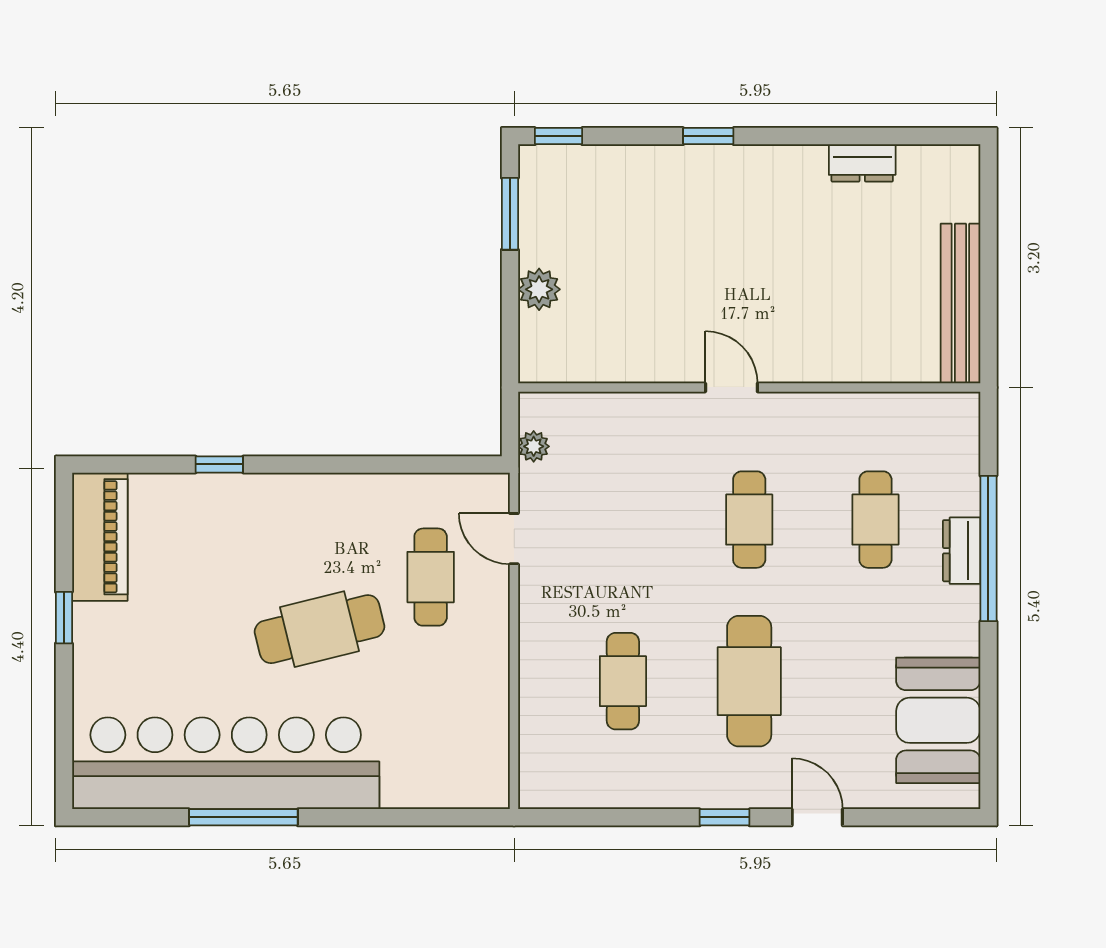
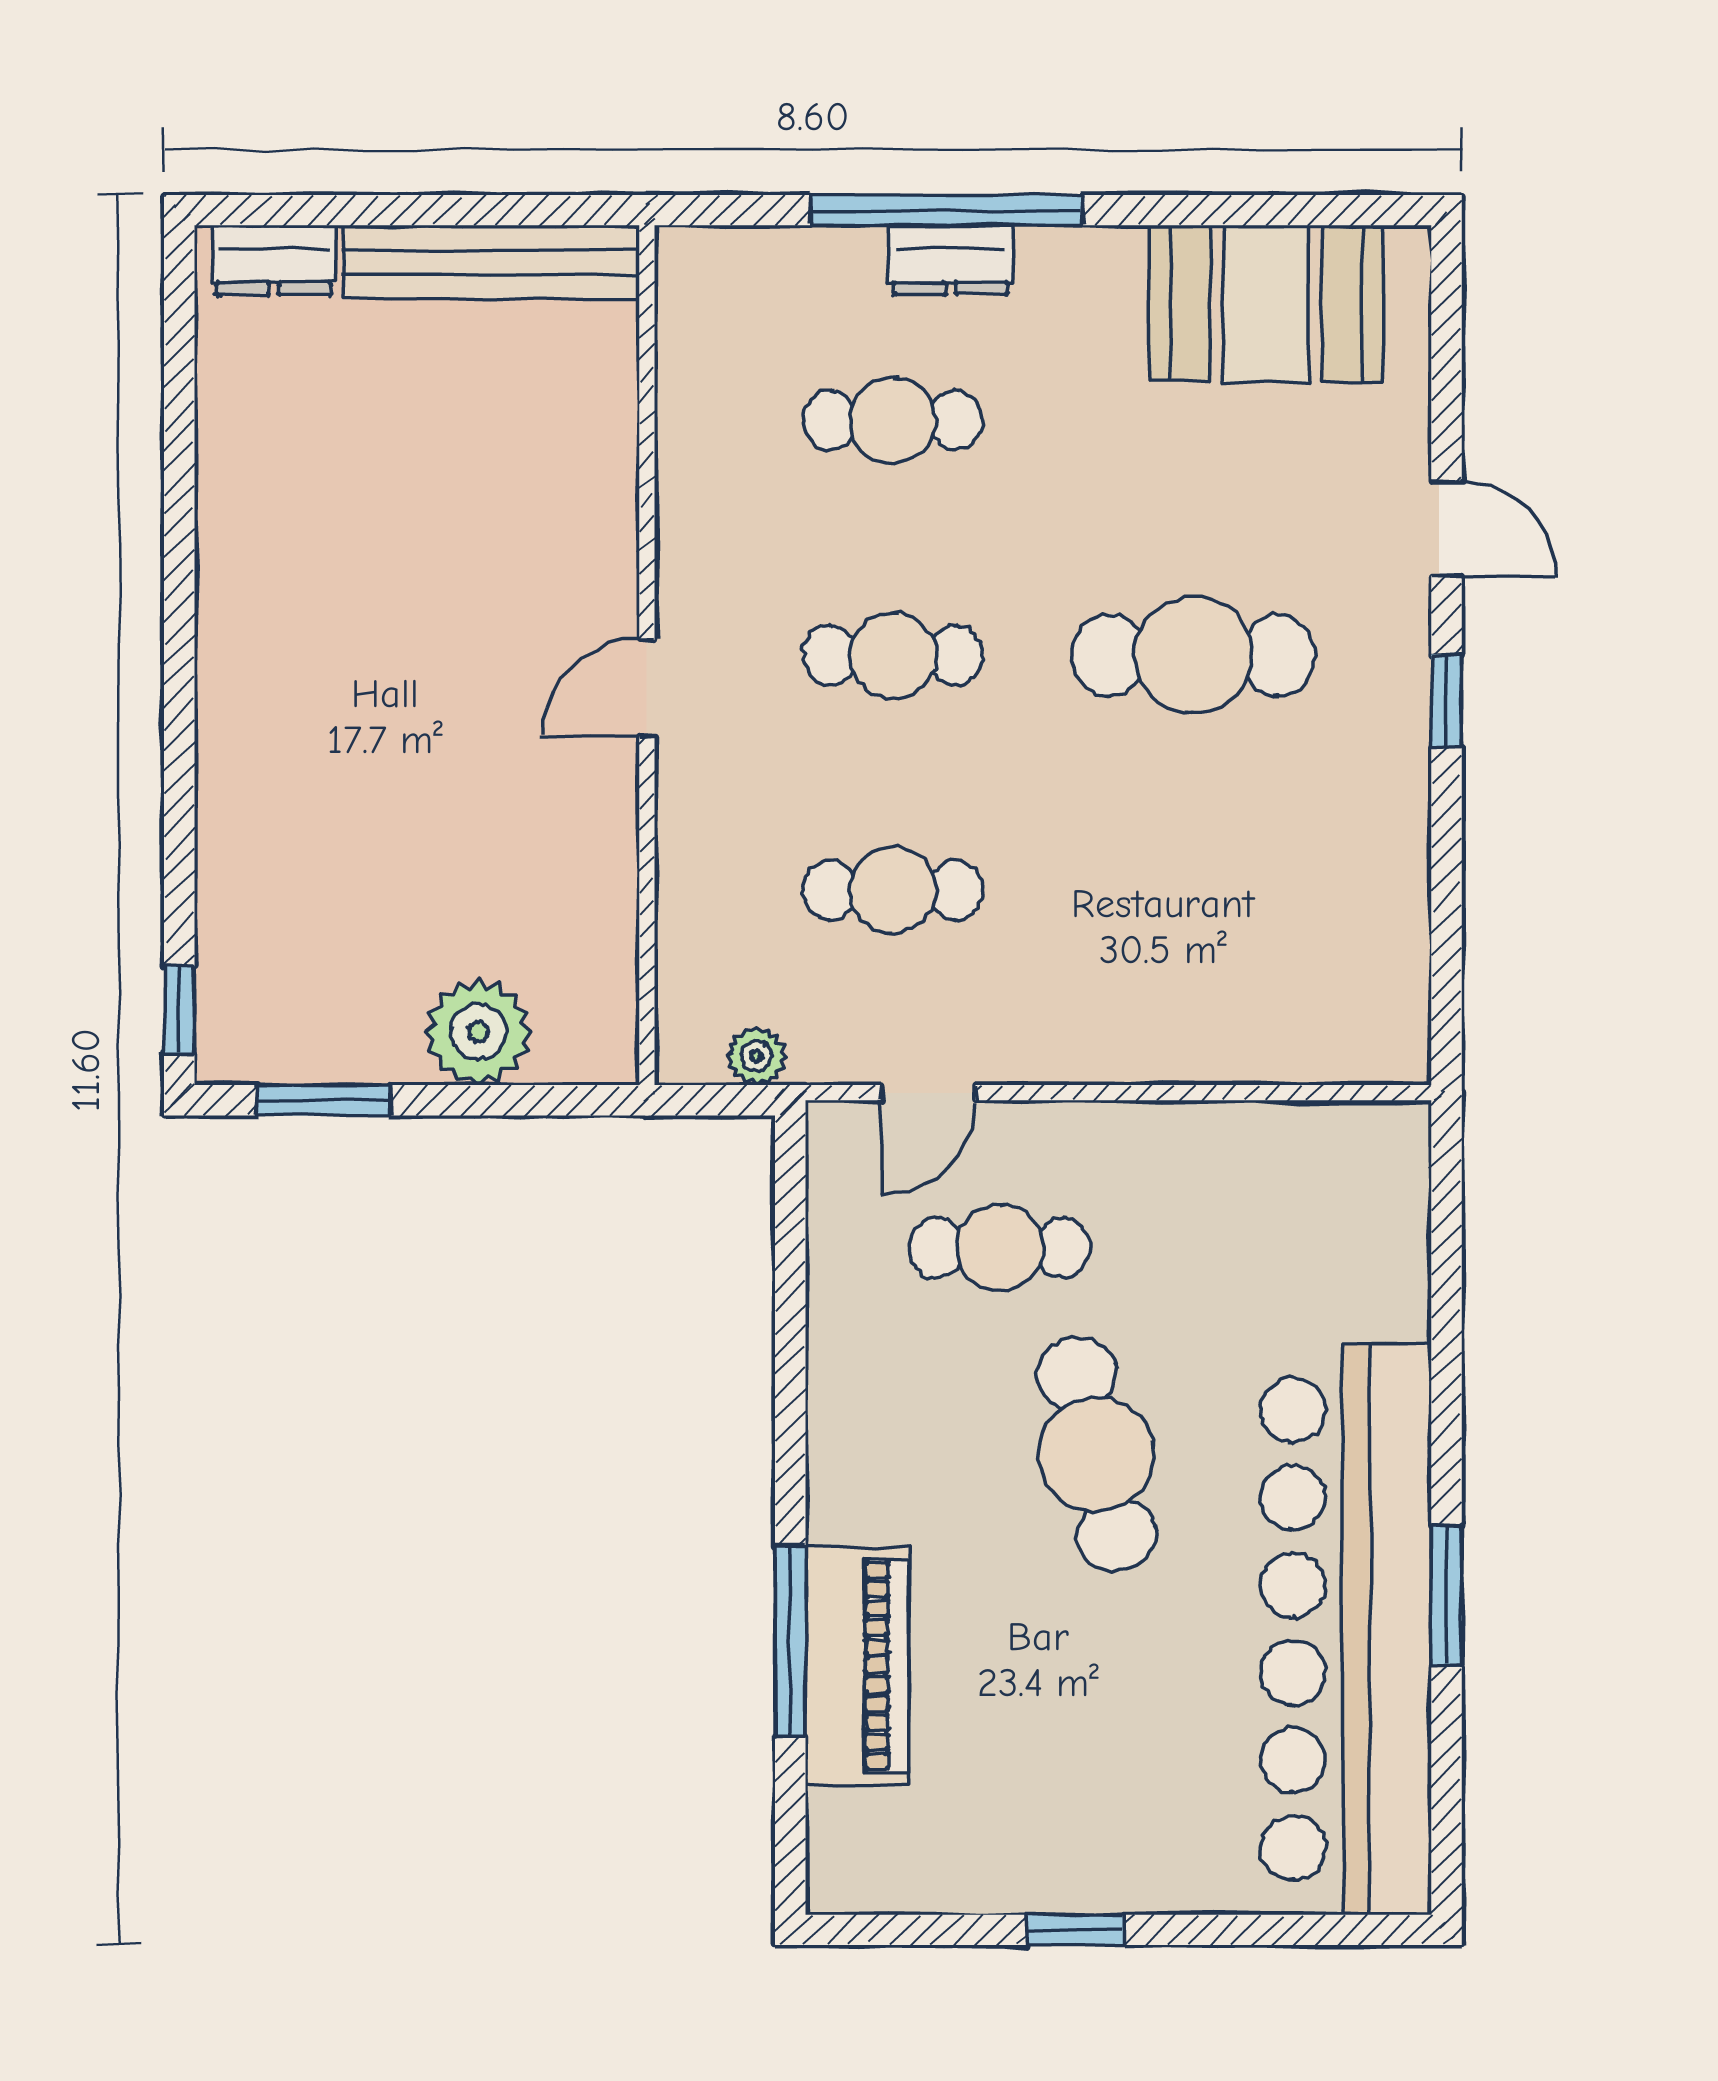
window: (708, 136) -> (179, 731), removed
dresser: (862, 163) -> (274, 260), moved, turned 90
plant: (539, 289) -> (478, 1032), width x1.36, depth x1.36
window: (219, 464) -> (790, 1641), width x2.17
piano: (100, 537) -> (857, 1666), moved, turned 90
cafe table: (623, 681) -> (893, 890), moved
window: (243, 817) -> (1446, 1596), width x0.69
door: (817, 817) -> (1446, 529), swing flipped

